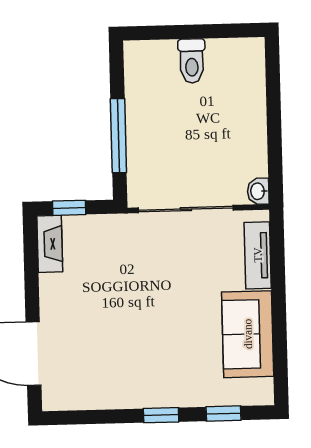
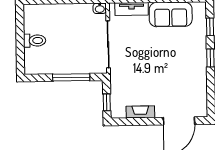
fireplace: (50, 244) -> (140, 112), moved

